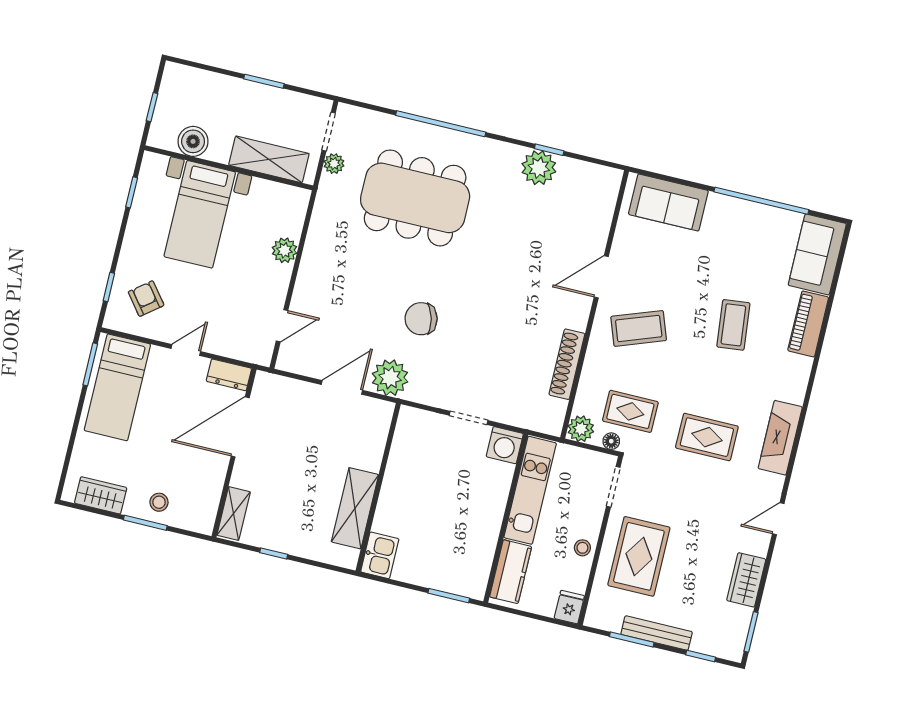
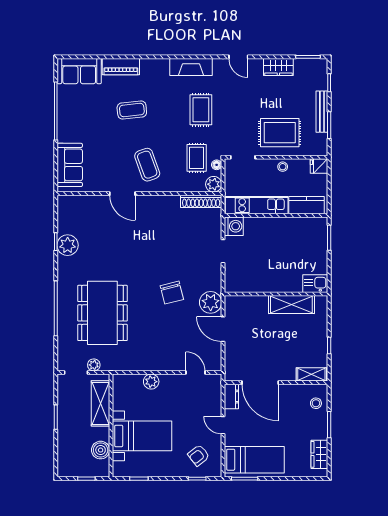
shoe rack: (567, 364) -> (201, 201), moved
stool: (159, 502) -> (316, 403), moved

